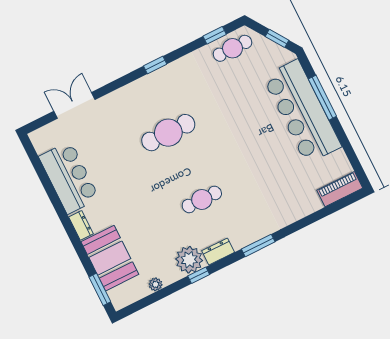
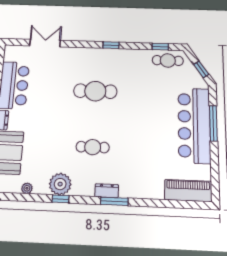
piano: (340, 189) -> (188, 191), width x1.37, depth x1.33
dresser: (218, 252) -> (107, 191), moved

